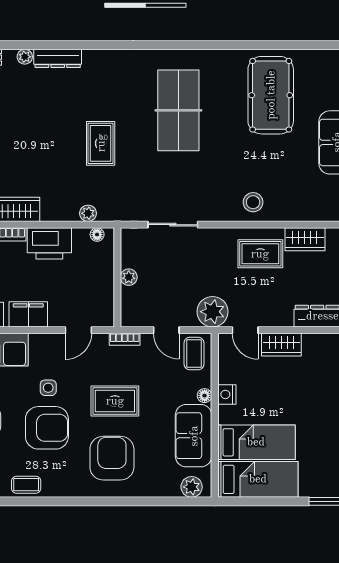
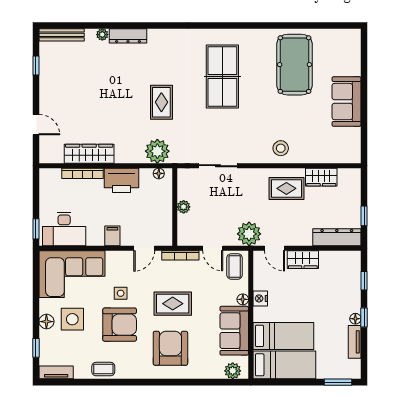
plant: (88, 213) -> (157, 151), width x1.87, depth x1.87
filing cabinet: (28, 314) -> (112, 236), width x0.50
bookcase: (125, 339) -> (180, 255), width x1.56

